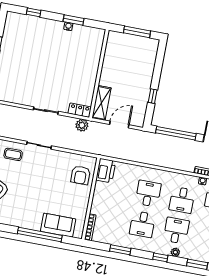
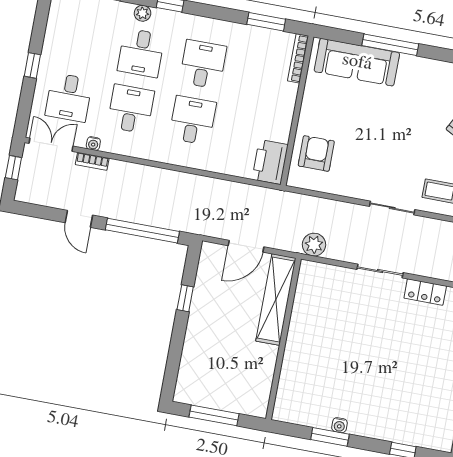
shelving: (101, 103) -> (276, 300), width x1.47
locker: (80, 110) -> (425, 292), moved
desk: (148, 194) -> (193, 120), turned 180
sofa: (58, 225) -> (357, 62), width x1.36
window: (40, 235) -> (390, 45), width x0.68
window: (120, 250) -> (266, 22), moved

